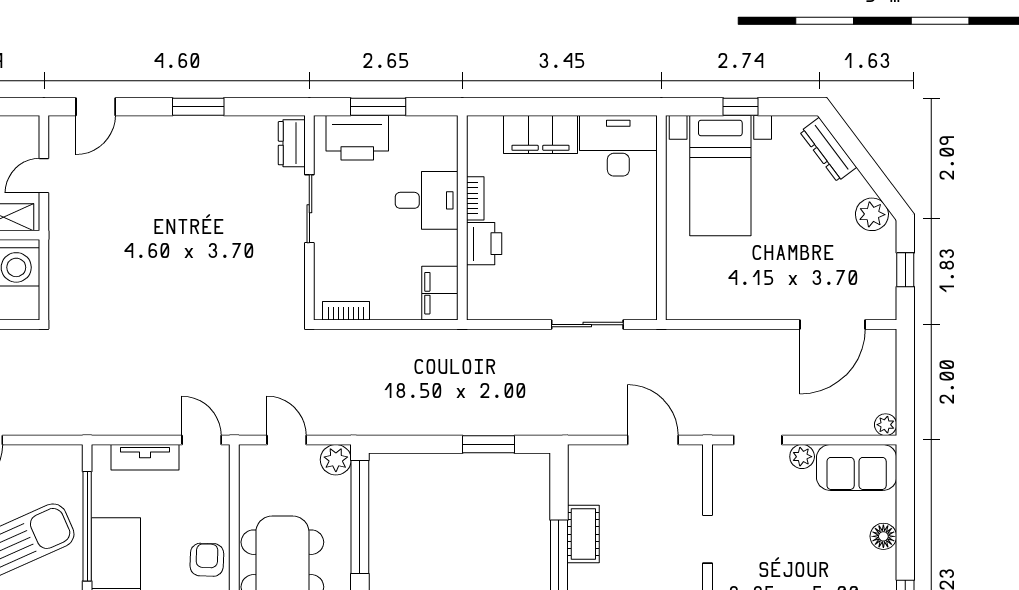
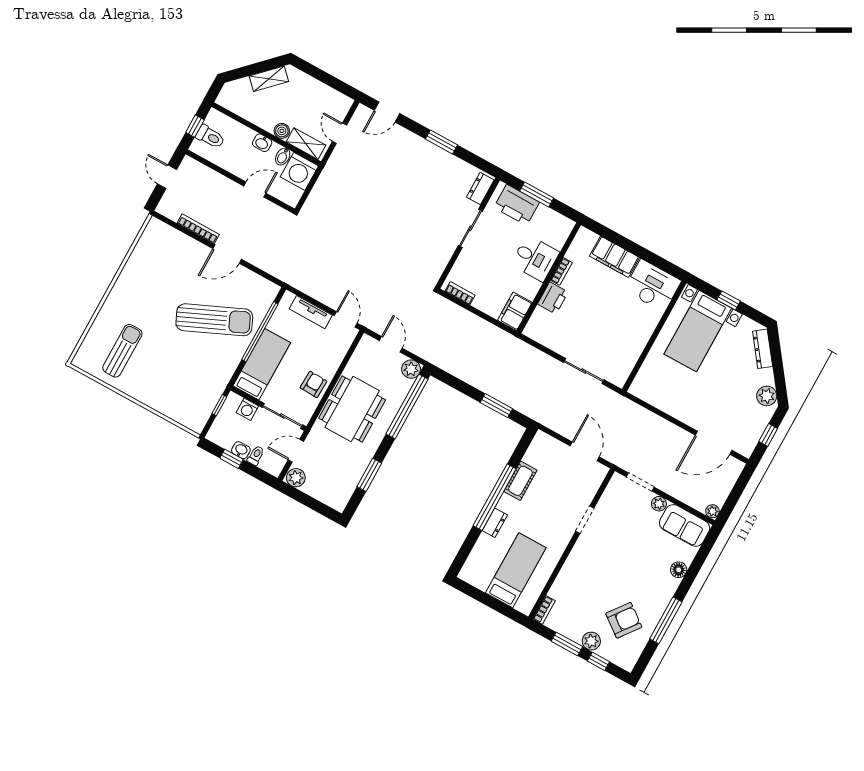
door: (44, 176) -> (339, 133), hinge flipped

